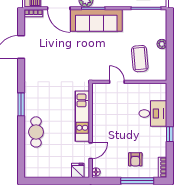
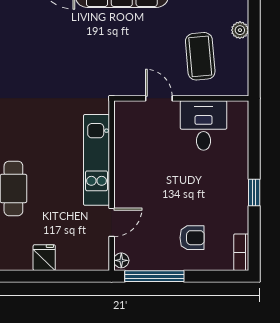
desk: (153, 113) -> (204, 125), moved, turned -90
armchair: (135, 159) -> (192, 238), turned -90
fridge: (78, 170) -> (44, 258), moved
window: (137, 181) -> (154, 276), moved

